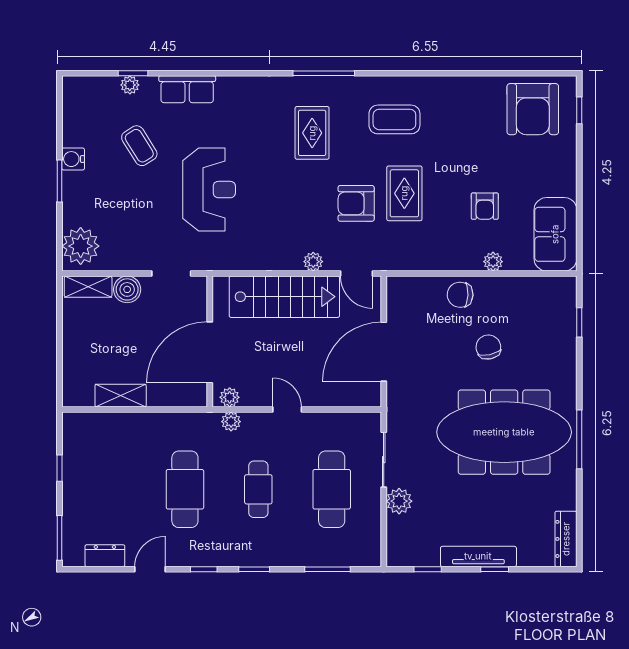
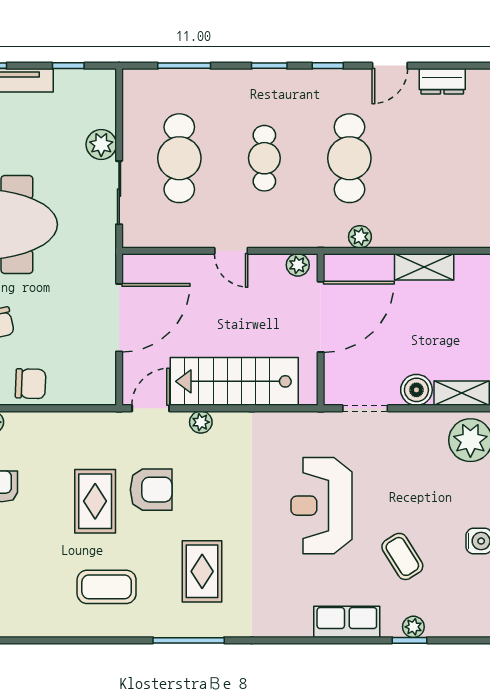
door: (356, 274) -> (151, 408), hinge flipped
plant: (231, 422) -> (360, 237), moved

